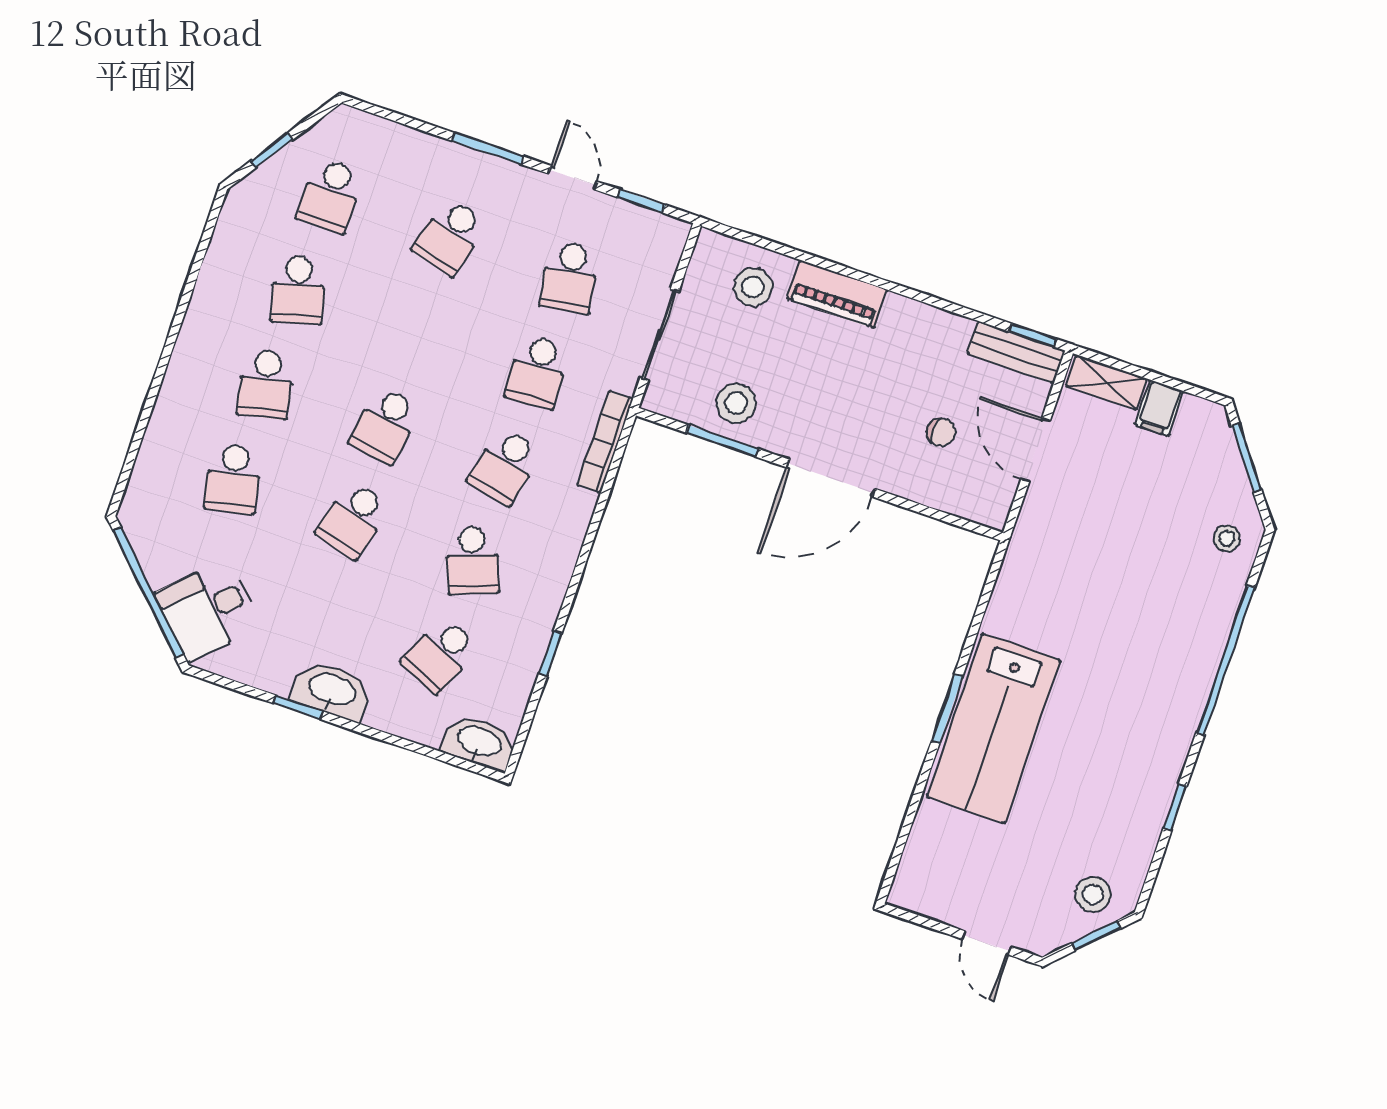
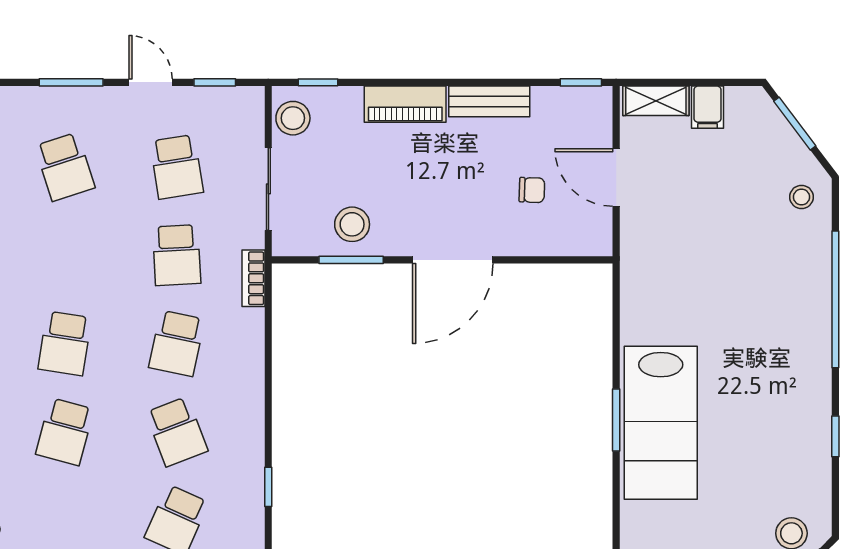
school desk: (450, 236) -> (65, 167), turned -33
window: (752, 239) -> (318, 82), added
stool: (753, 287) -> (293, 118), moved
bench: (1016, 352) -> (489, 101), moved
bookcase: (605, 442) -> (253, 278), width x0.64

